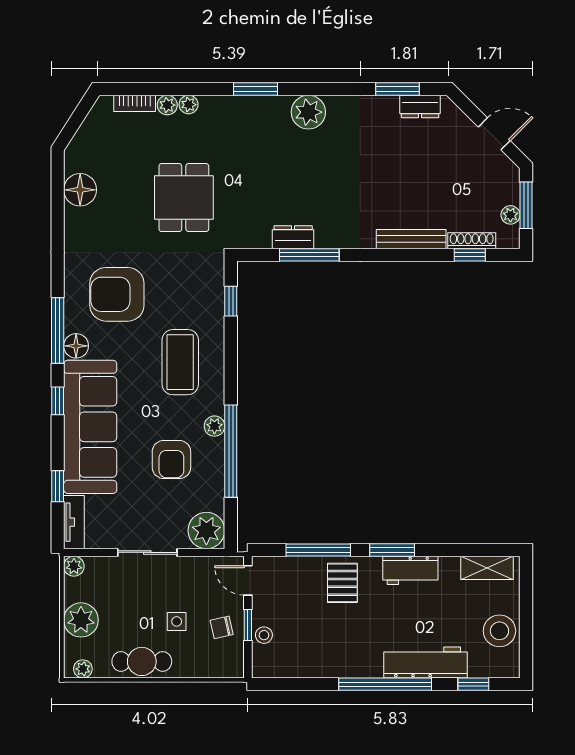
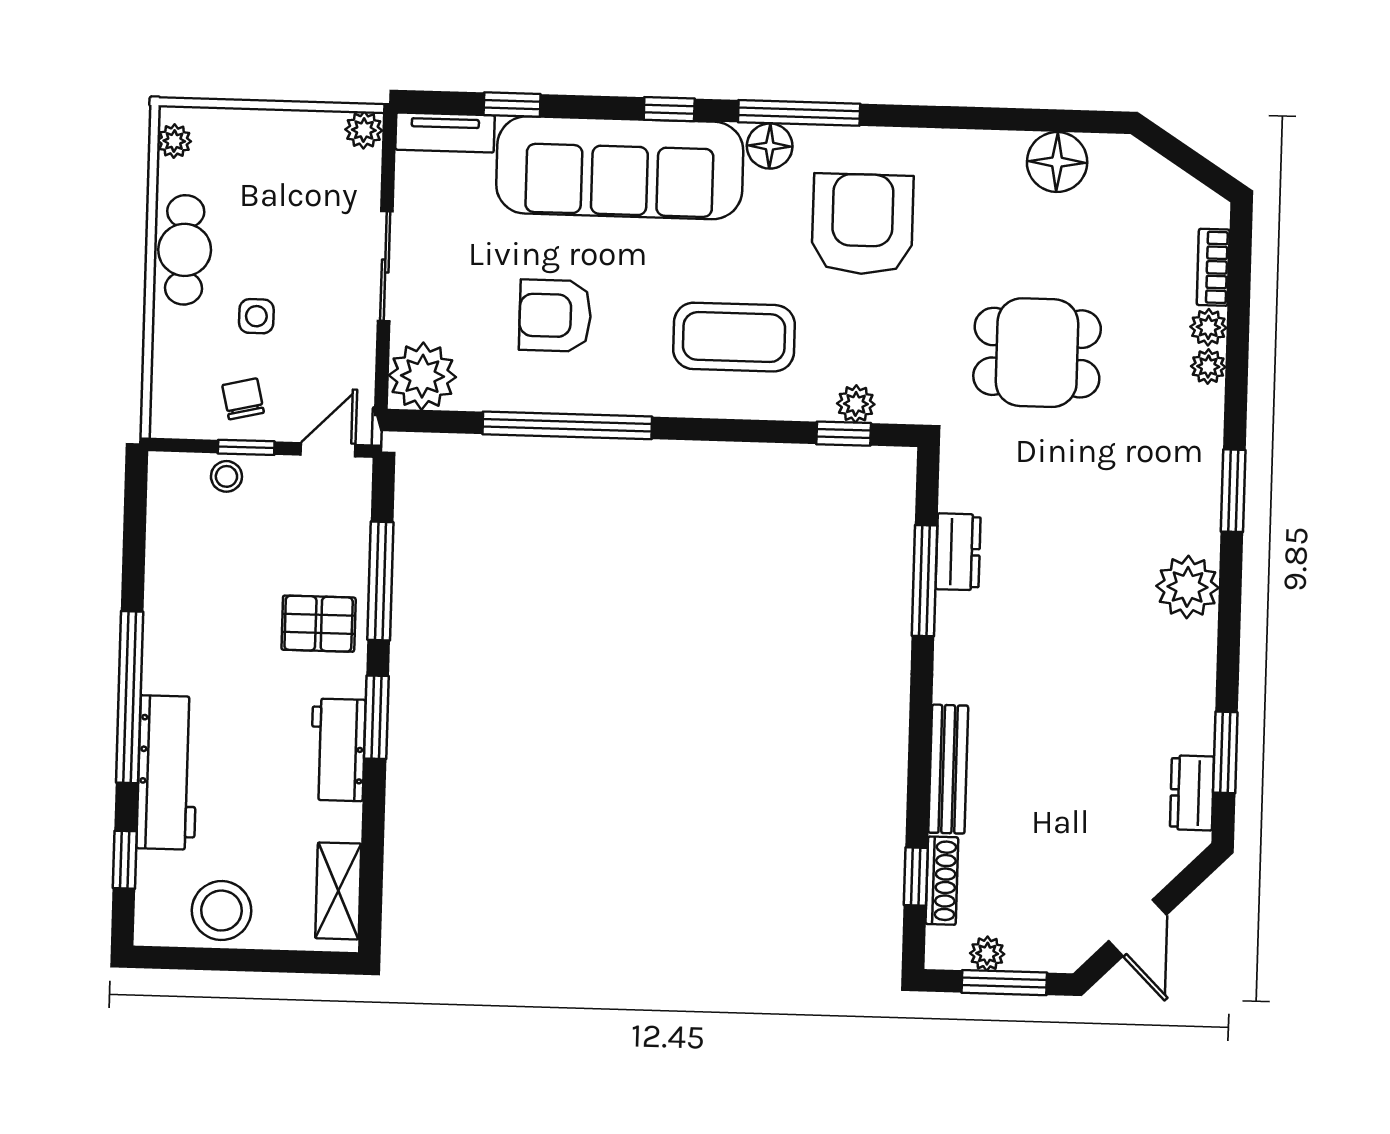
plant: (214, 426) -> (856, 404), moved
plant: (81, 620) -> (264, 140), removed

